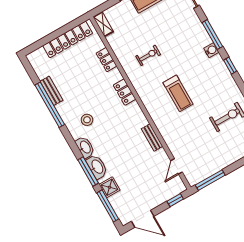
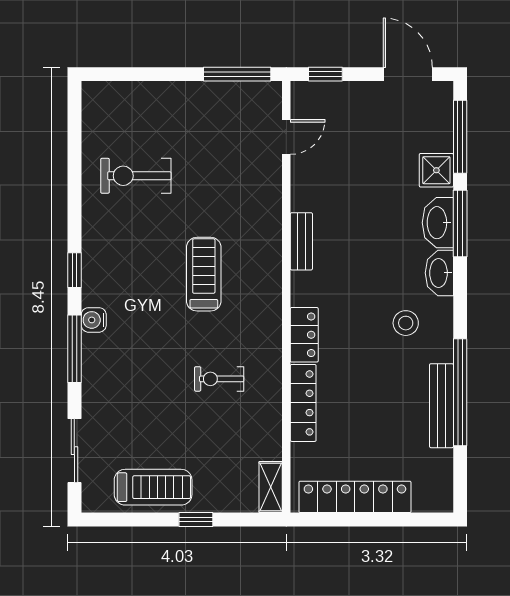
locker: (106, 60) -> (303, 403), width x1.53
bench: (52, 91) -> (442, 406), width x1.36
bench: (152, 138) -> (301, 241), moved

